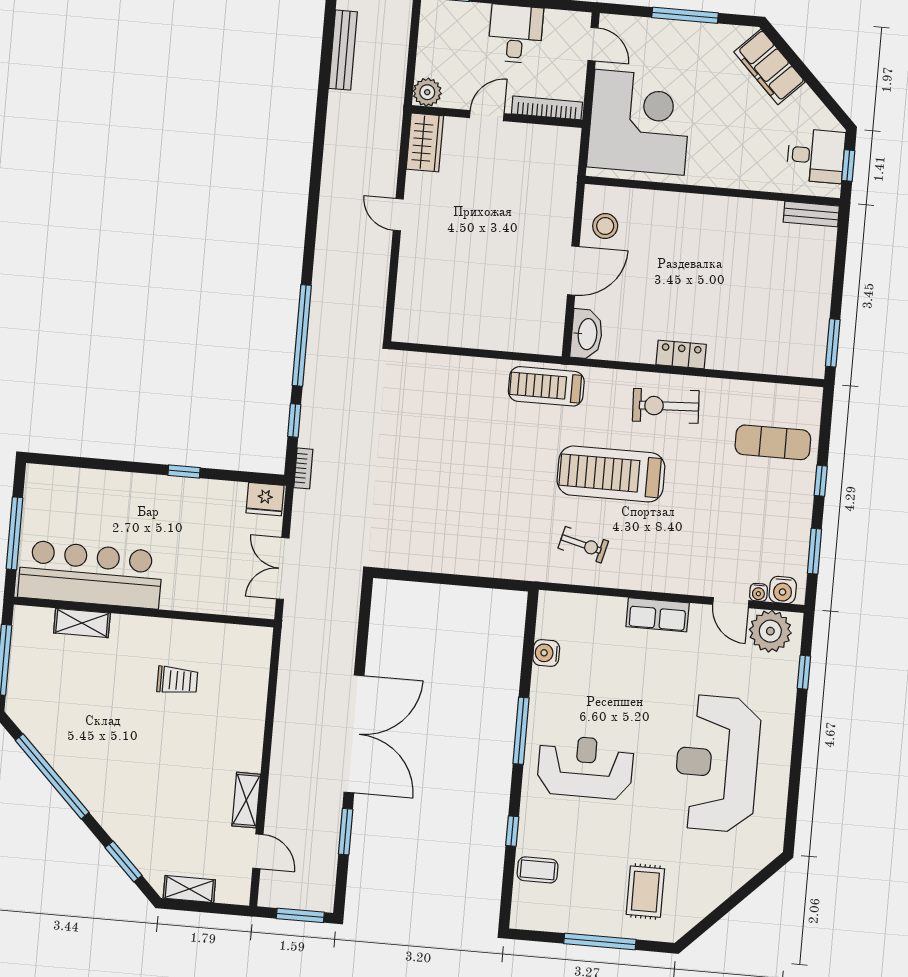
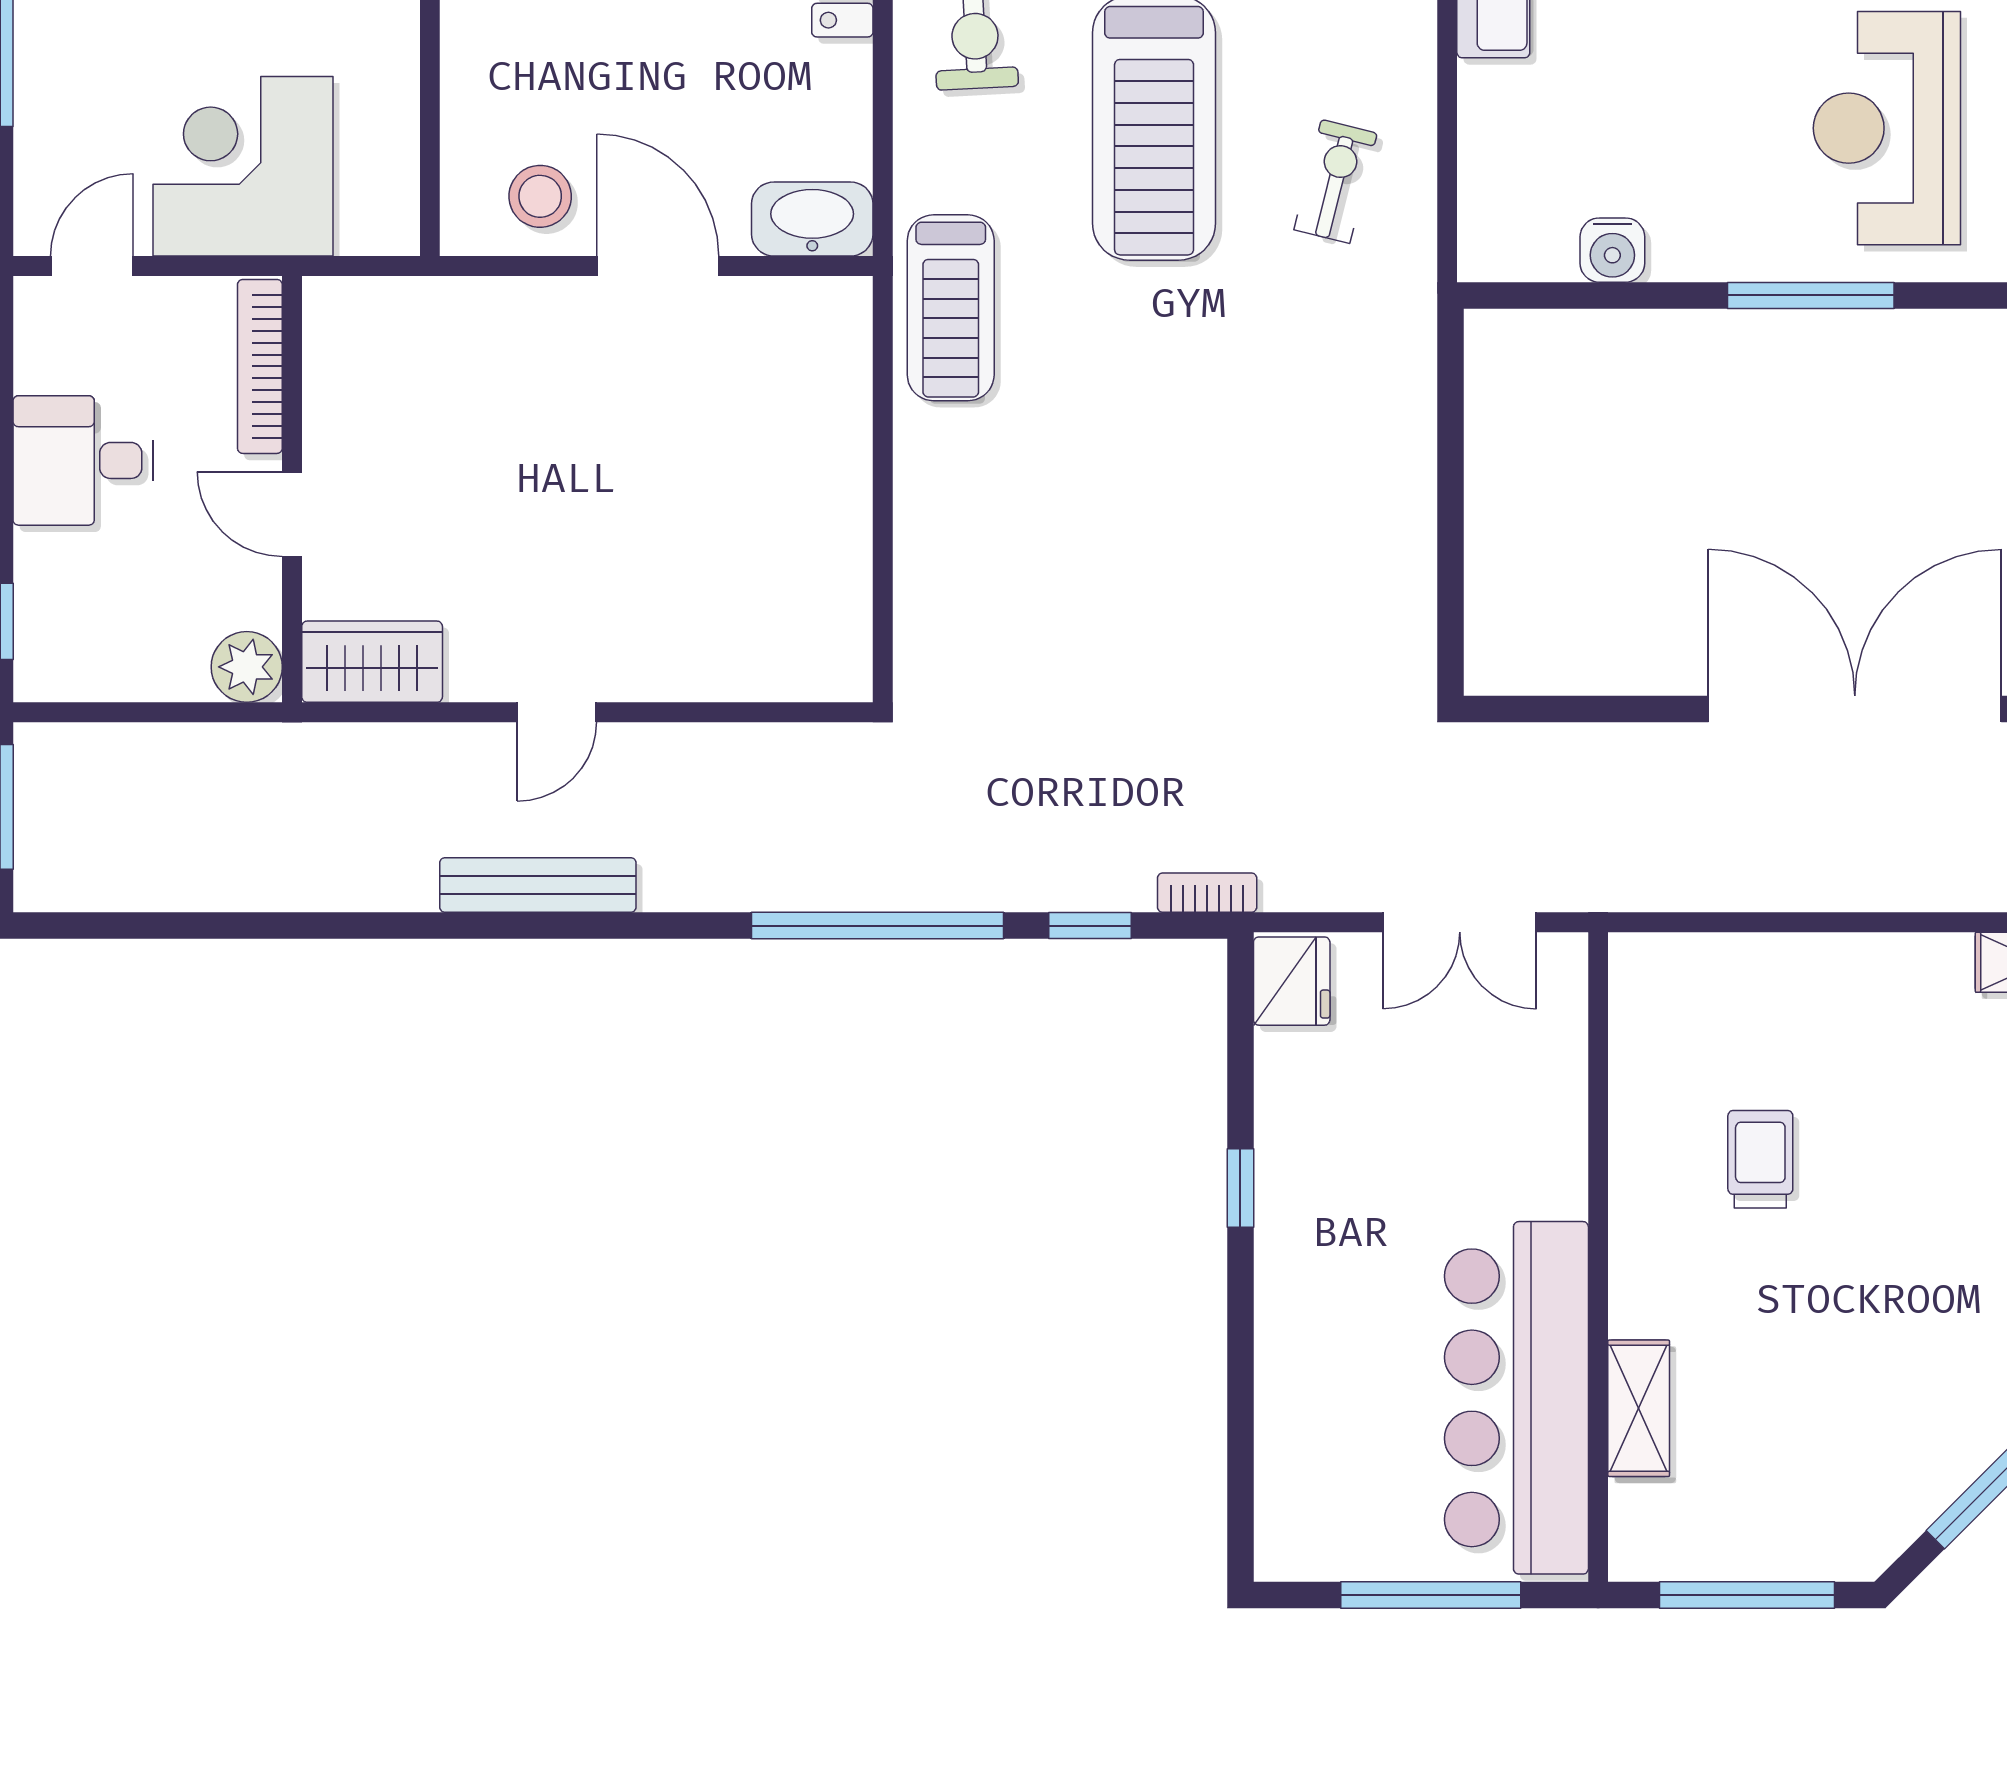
bench: (343, 50) -> (538, 885), moved
corner desk: (639, 122) -> (243, 166), width x0.74, depth x0.74

